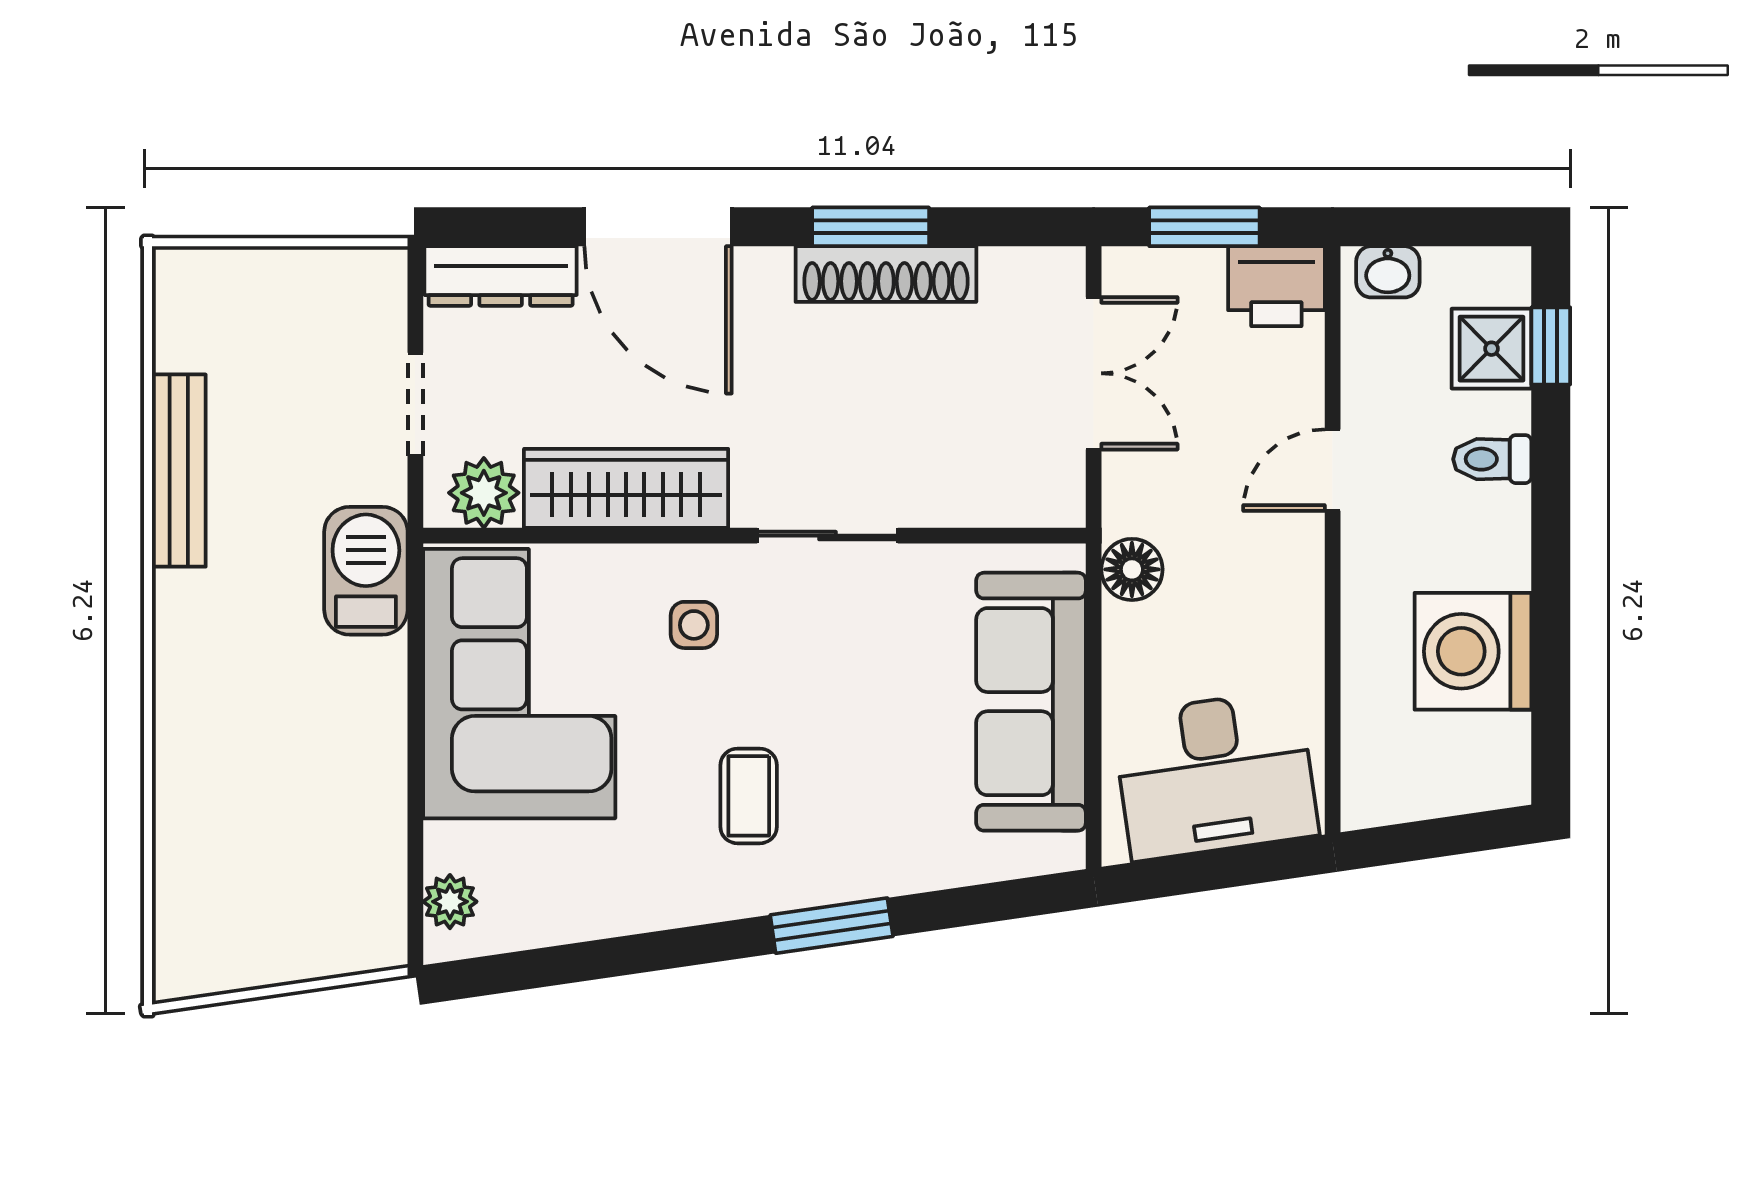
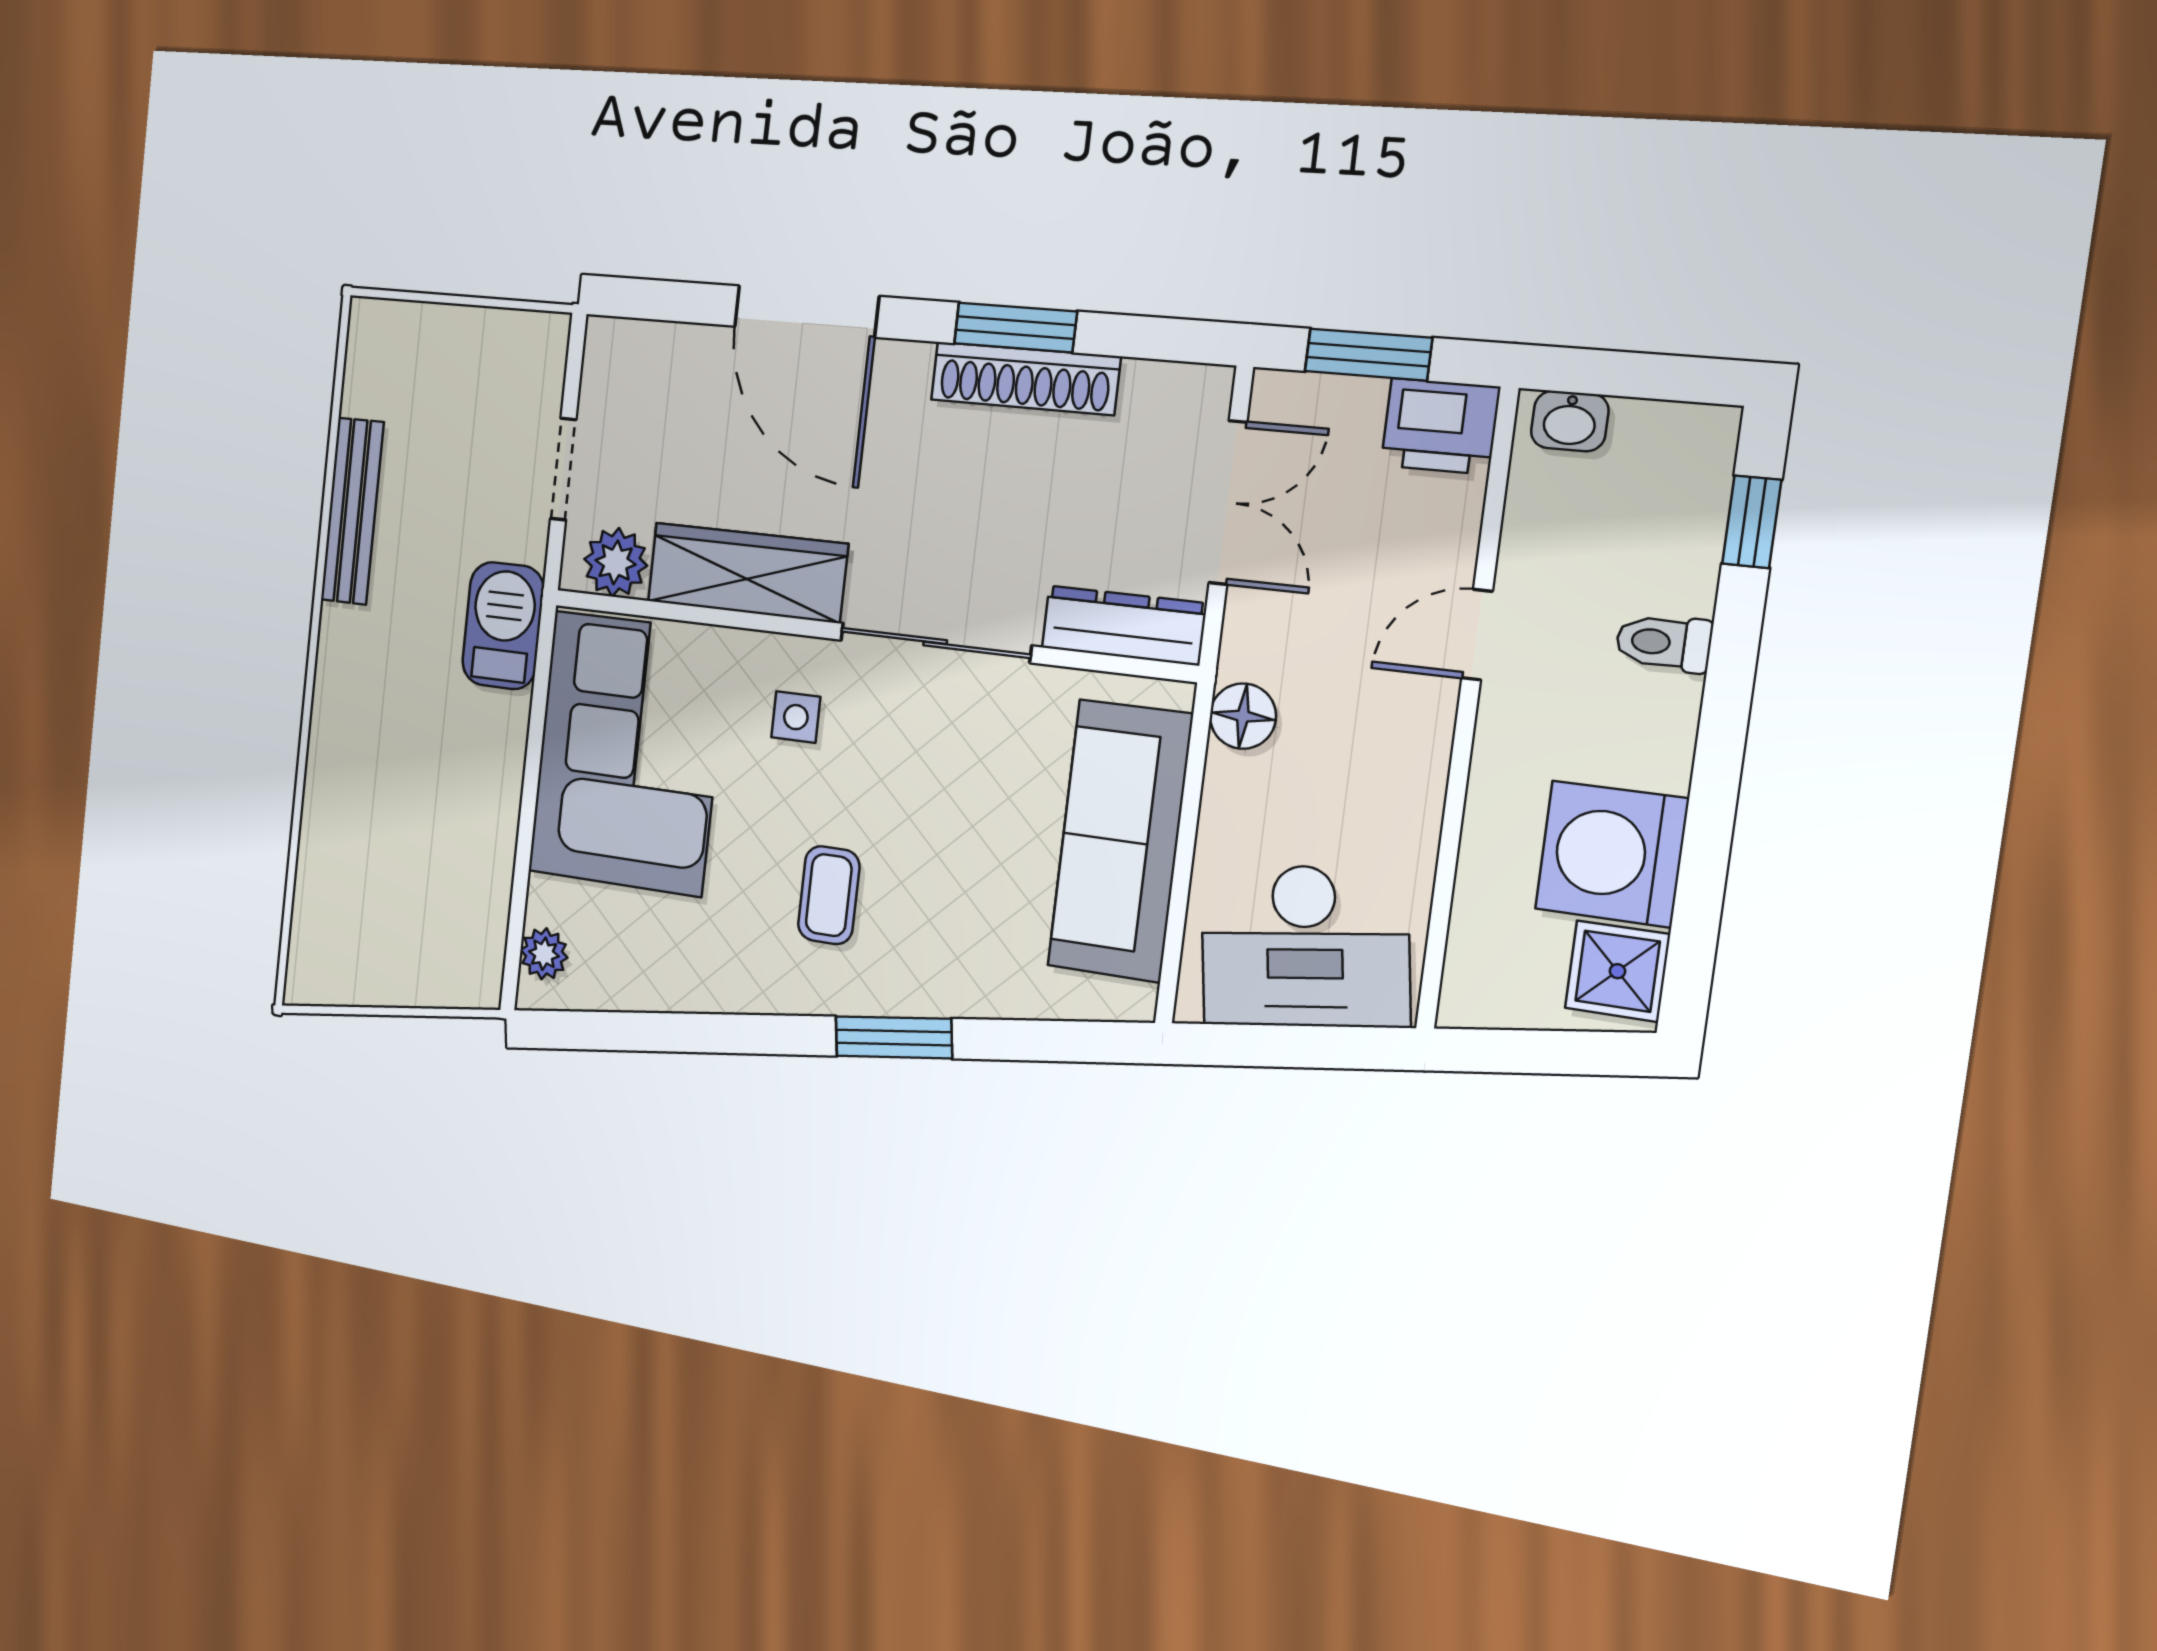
dresser: (501, 276) -> (1124, 625), moved, turned 180
shower: (1491, 349) -> (1617, 971), moved
sliding door: (827, 536) -> (935, 643), width x1.37

